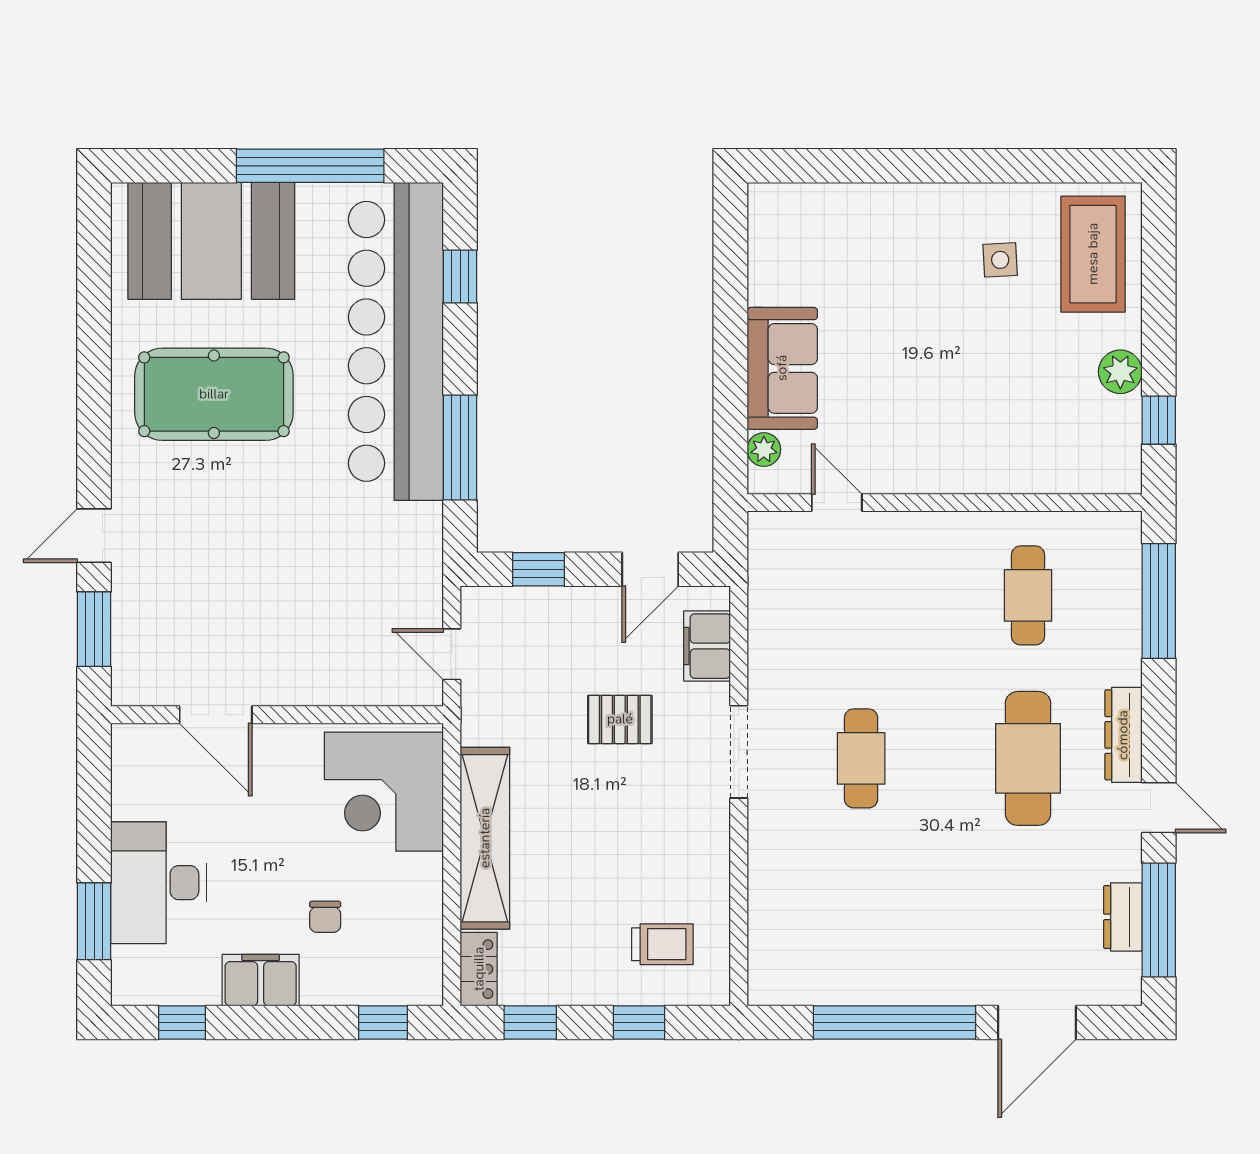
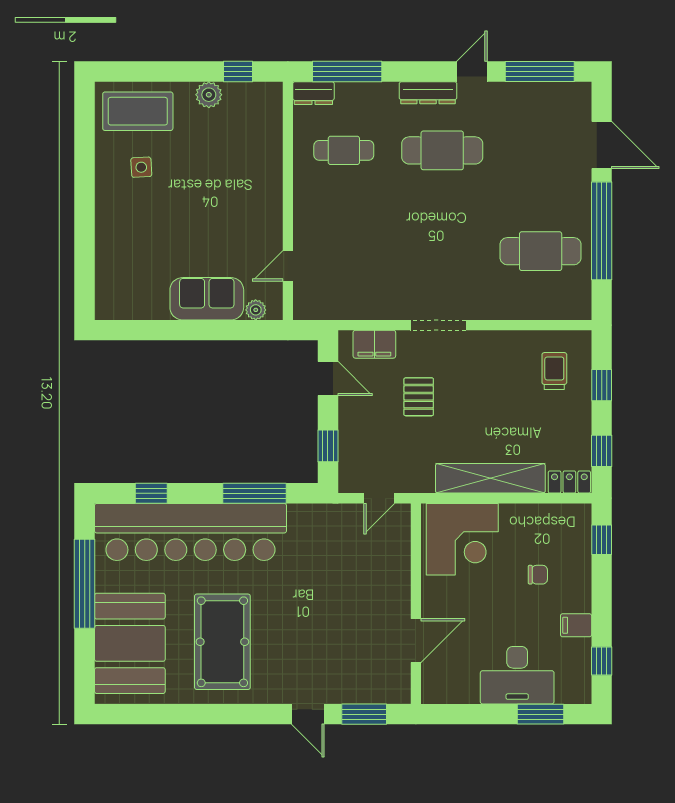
cafe table: (861, 758) -> (541, 251), moved, width x1.37, depth x1.35
dresser: (1123, 917) -> (313, 93), moved
filing cabinet: (261, 980) -> (576, 625), width x0.50

